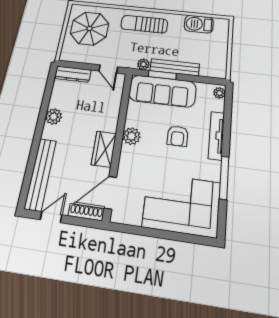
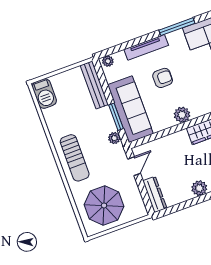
barbecue: (199, 24) -> (44, 94), moved
bench: (175, 67) -> (94, 85), moved

